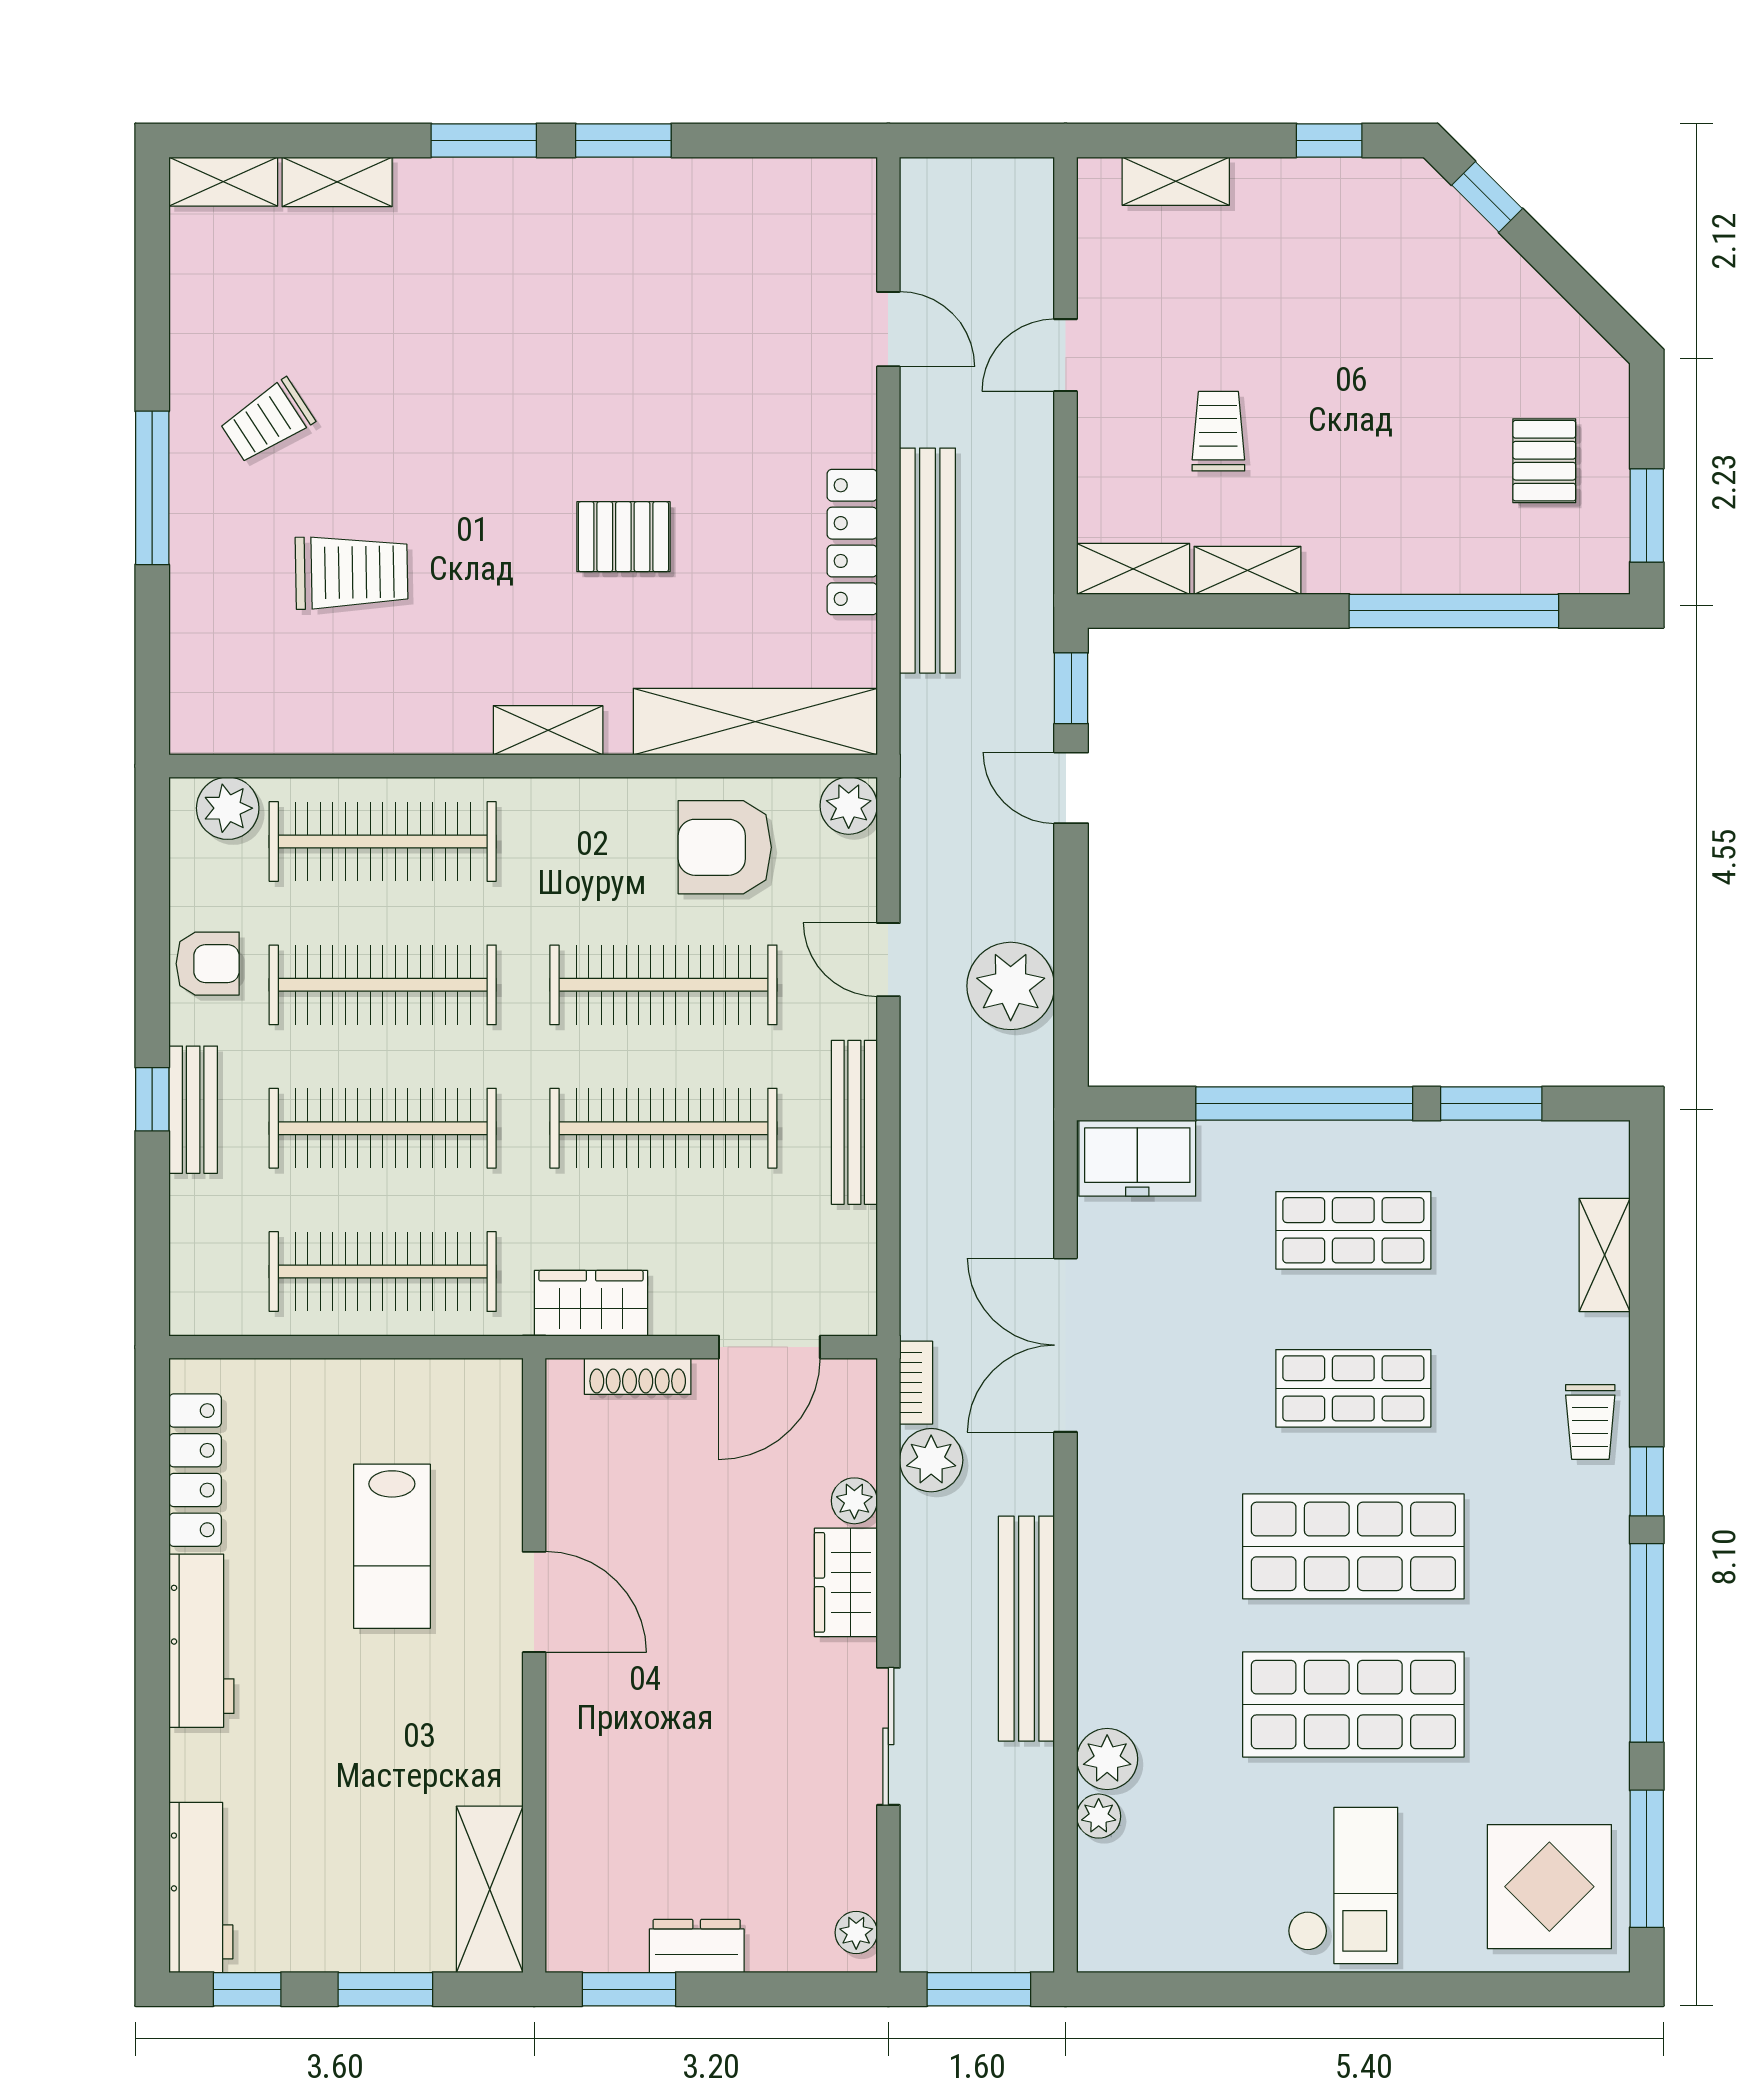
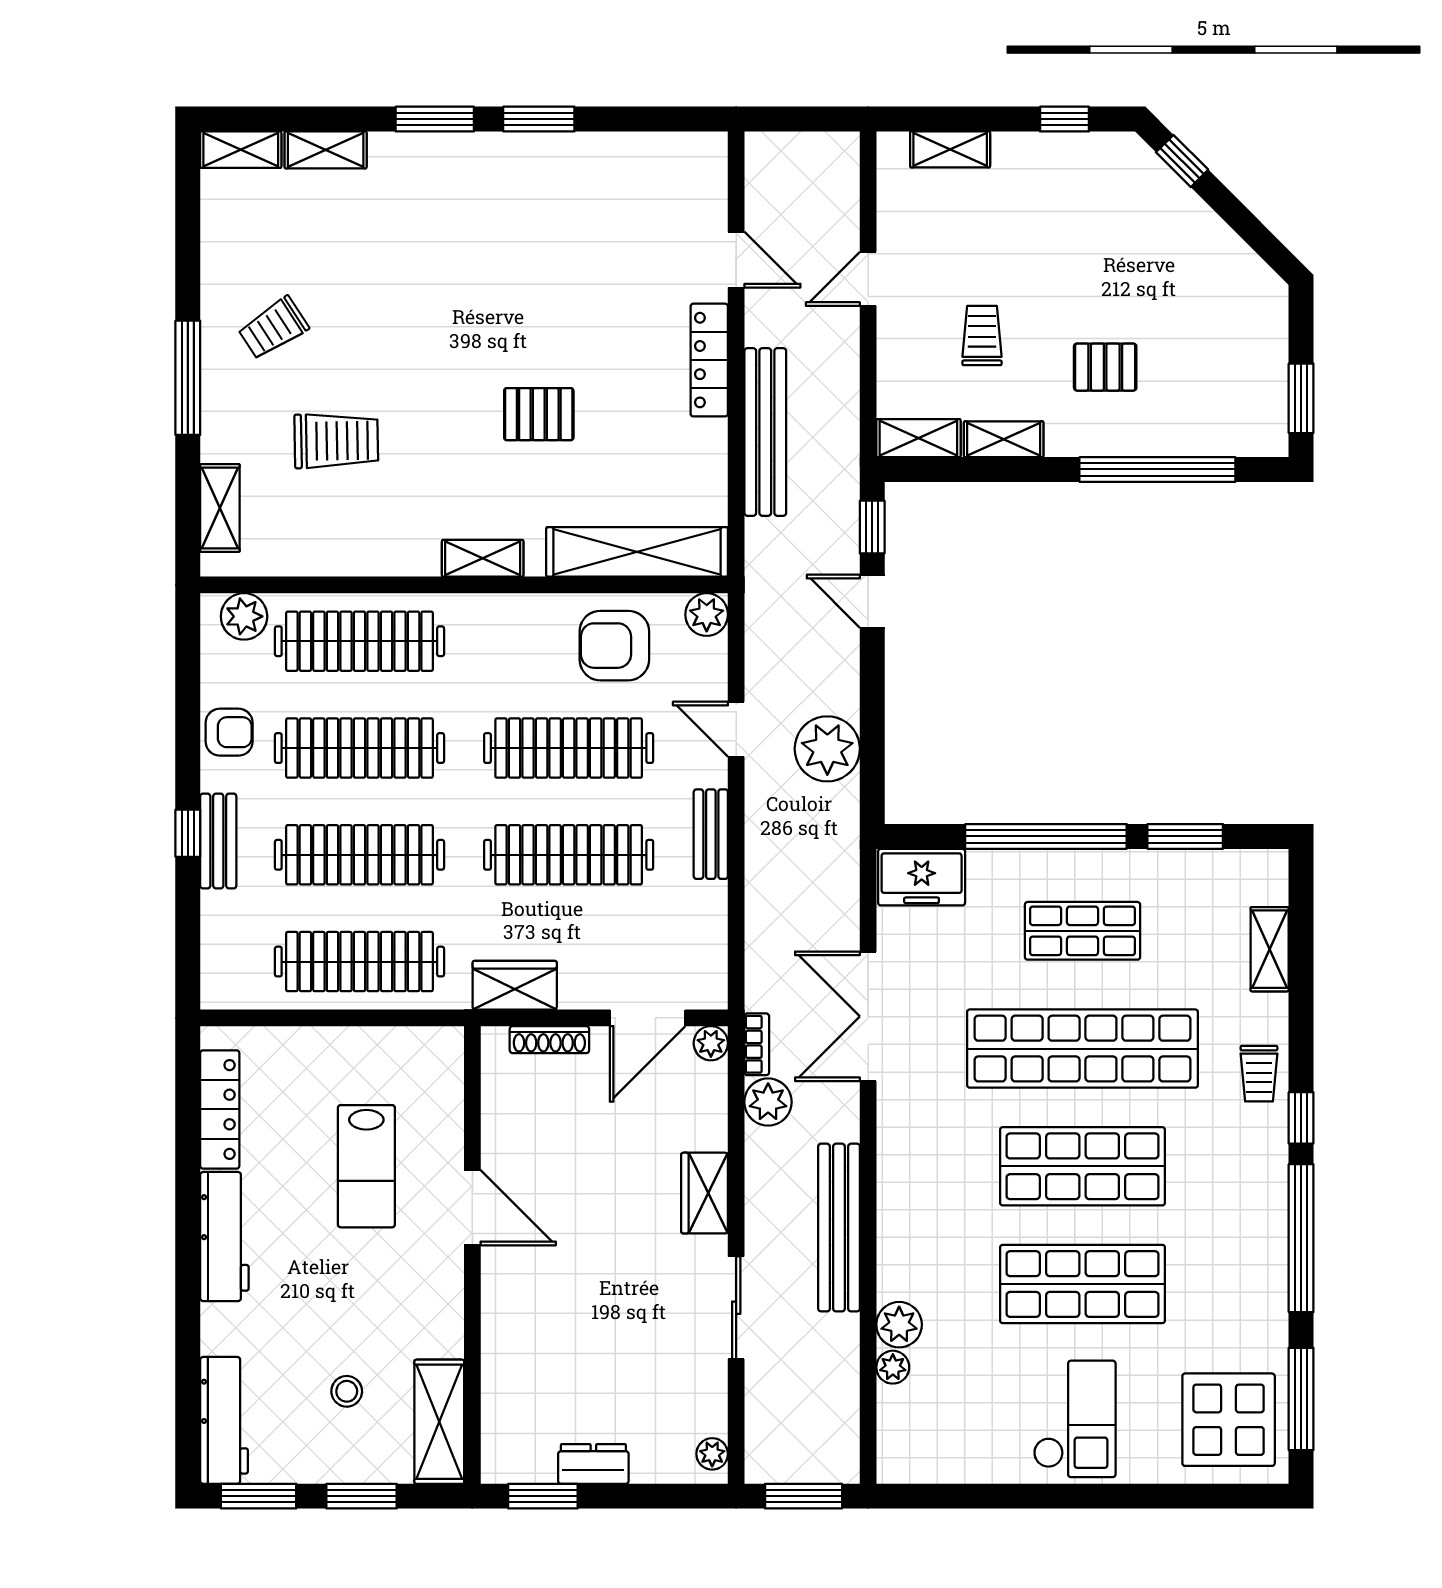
pallet: (1544, 461) -> (1105, 367), moved, turned 90
locker: (852, 542) -> (709, 360), moved
shelving: (195, 663) -> (220, 508), added
bench: (854, 1122) -> (711, 834), width x0.73
shop shelf: (1353, 1388) -> (1082, 1049), width x2.00, depth x1.36
plant: (854, 1501) -> (711, 1043), moved
stool: (366, 1848) -> (347, 1391), added
window: (247, 1989) -> (259, 1496), width x1.50

